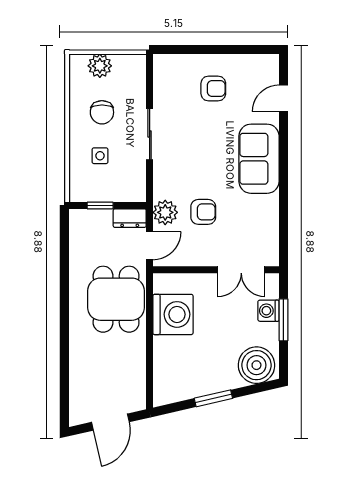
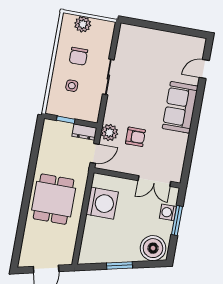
armchair: (213, 88) -> (157, 54), removed
dining table: (116, 299) -> (54, 199), moved

